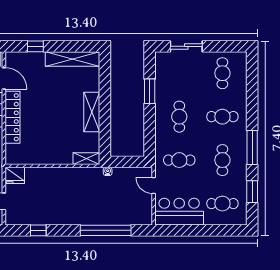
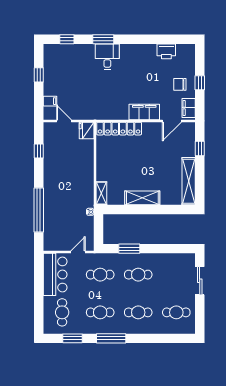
window: (150, 91) -> (129, 249), moved
locker: (13, 117) -> (119, 129), moved
cafe table: (222, 117) -> (138, 312), turned 90
cafe table: (179, 160) -> (100, 275), turned 90

